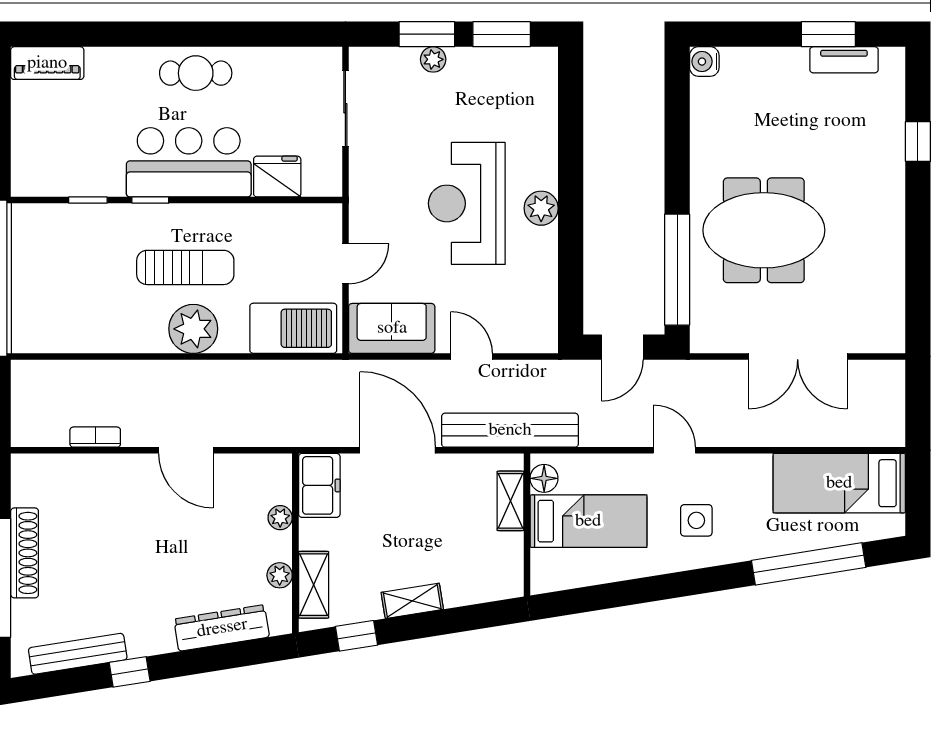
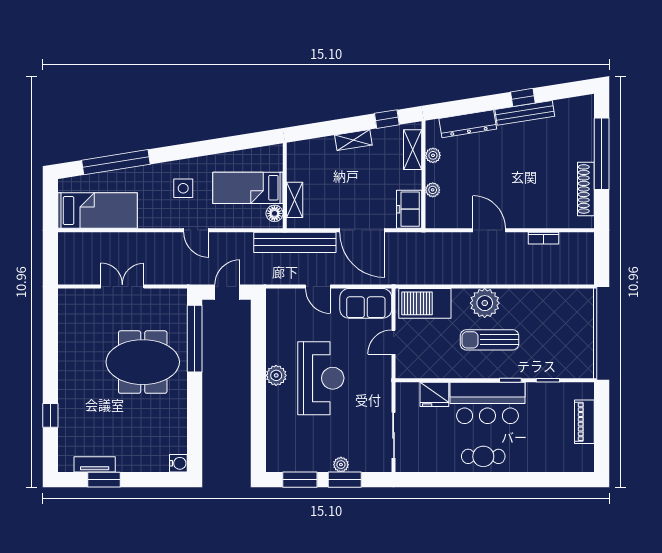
piano: (47, 63) -> (584, 422), moved, turned -90
double door: (798, 356) -> (122, 287), width x0.73
shoe rack: (25, 553) -> (586, 189), moved
bench: (78, 654) -> (525, 113), moved

